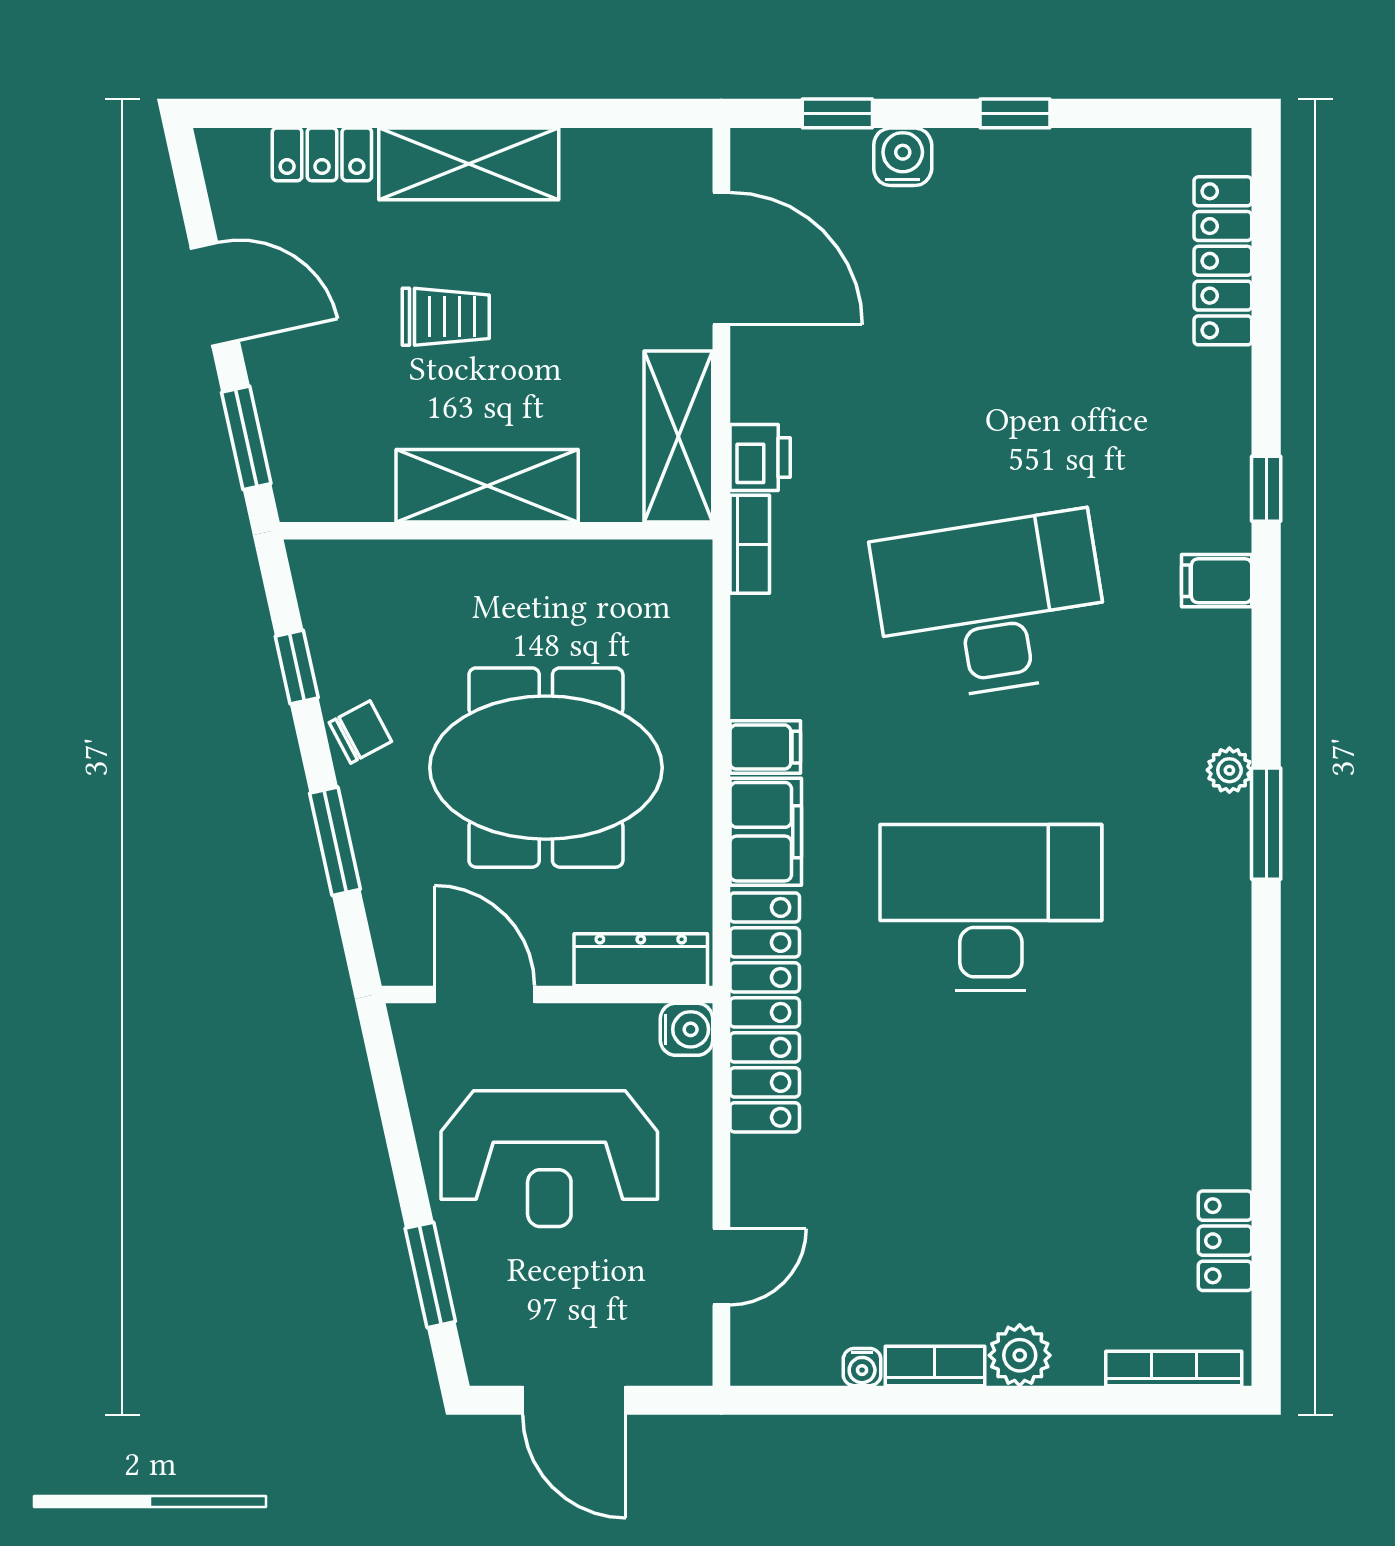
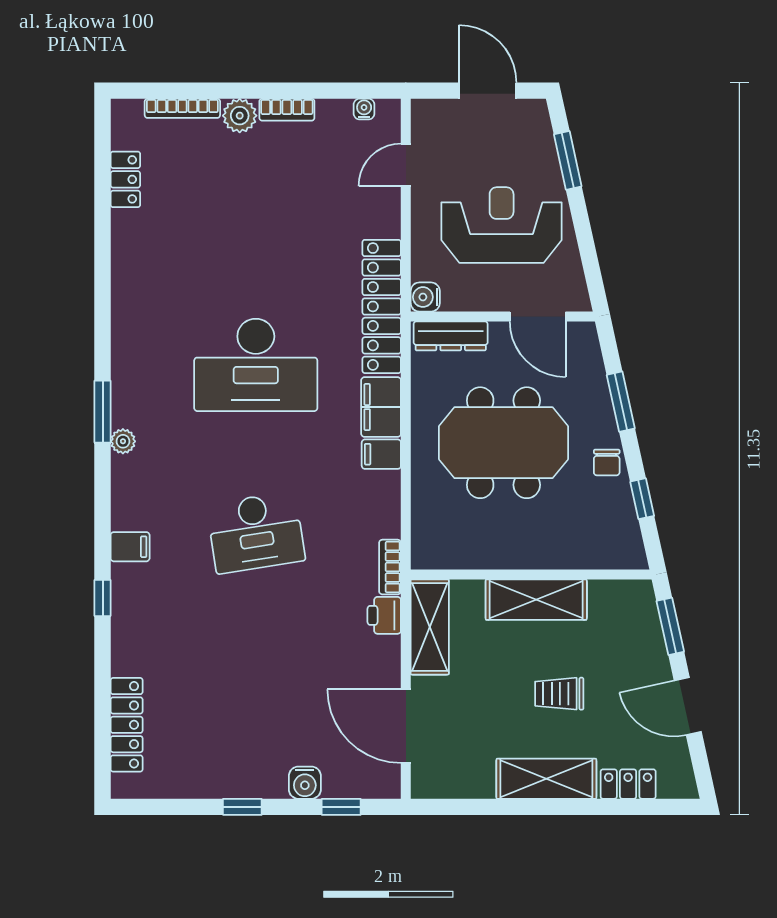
desk: (991, 606) -> (256, 532), width x0.73, depth x0.77
chair: (360, 732) -> (607, 463), turned -62
water cooler: (862, 1367) -> (364, 109), moved
bookcase: (1174, 1368) -> (182, 108), moved

